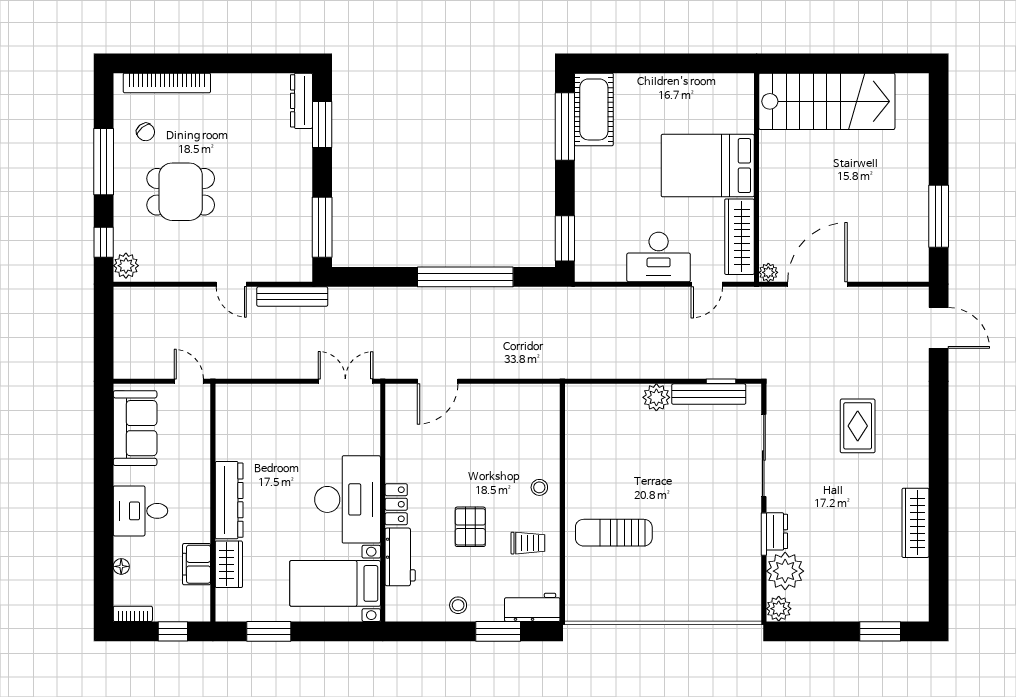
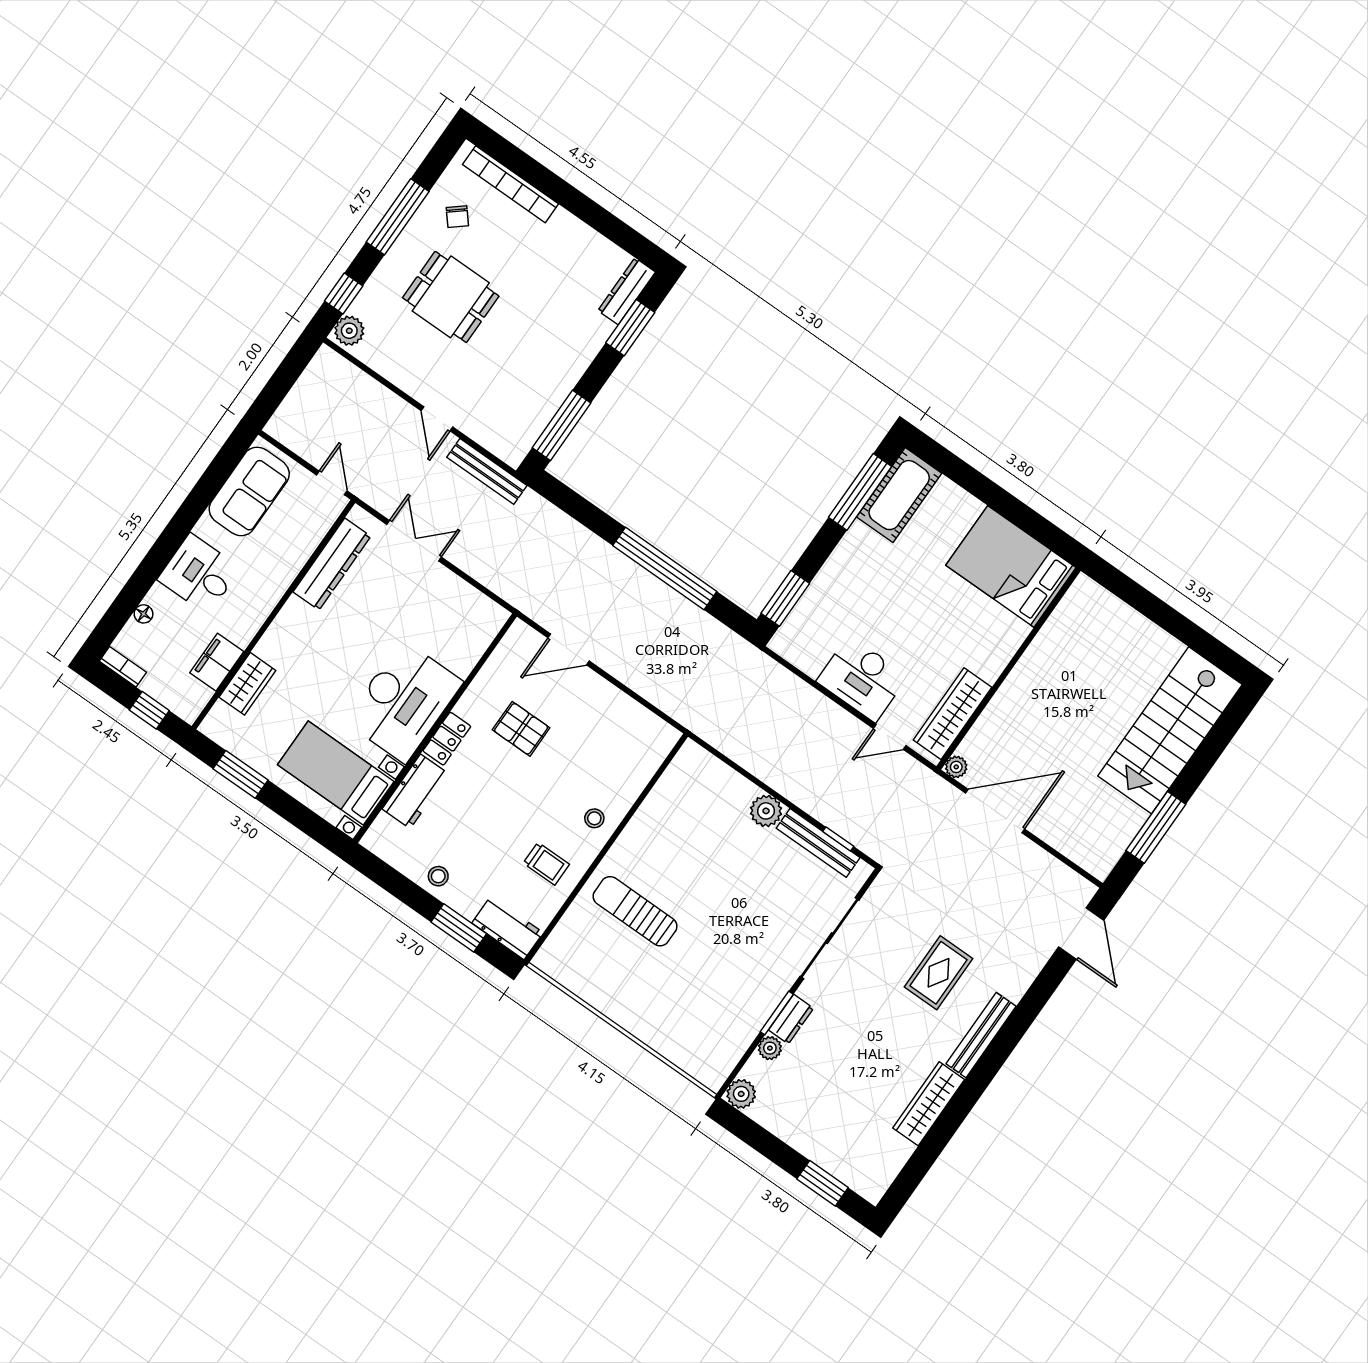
stairs: (827, 101) -> (1170, 730), moved, turned 90
bed: (708, 166) -> (1011, 566), moved
double door: (345, 381) -> (414, 541), moved
bench: (918, 449) -> (981, 1035), added
dresser: (229, 500) -> (332, 564), moved
pallet: (470, 527) -> (521, 729), moved, turned 90
plant: (785, 571) -> (770, 1048), width x0.53, depth x0.53

